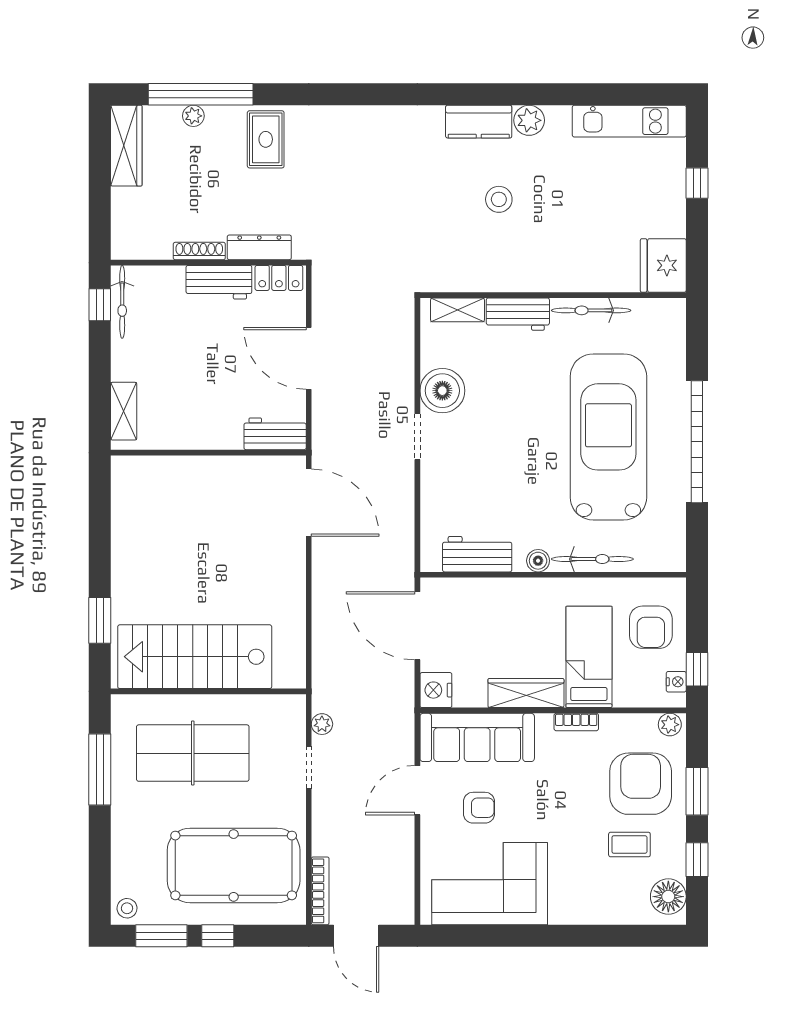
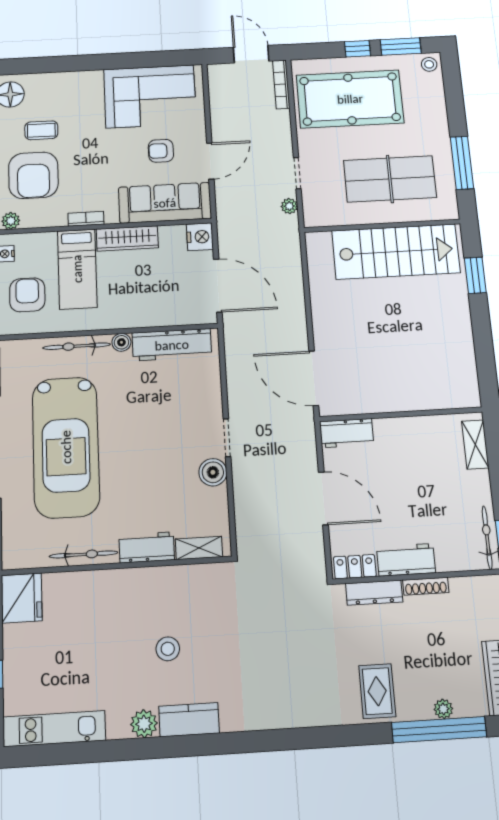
boiler: (442, 391) -> (213, 472), width x0.73, depth x0.73
workbench: (477, 554) -> (172, 345), width x1.38

